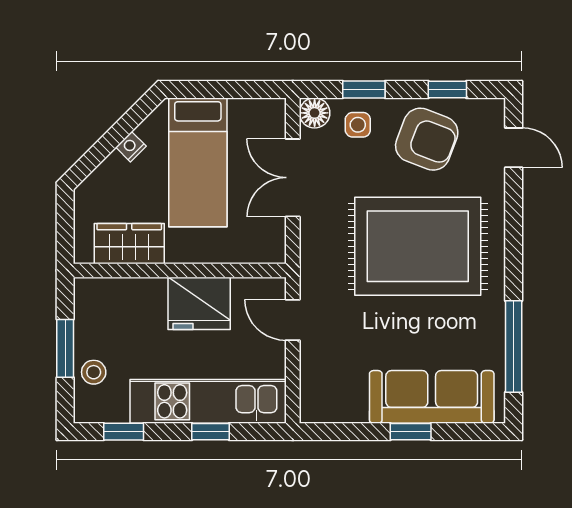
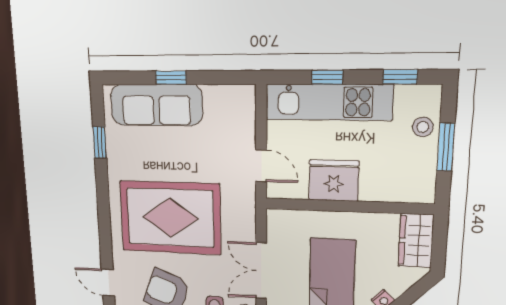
double door: (293, 178) -> (261, 271), swing flipped
wardrobe: (129, 244) -> (416, 241), moved, turned 90
window: (514, 347) -> (100, 143), width x0.46

